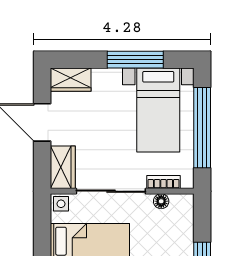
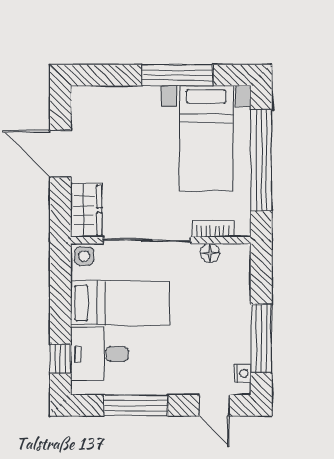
wardrobe: (71, 80) -> (96, 100), removed

